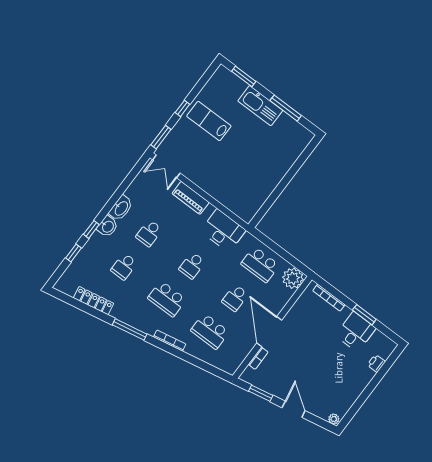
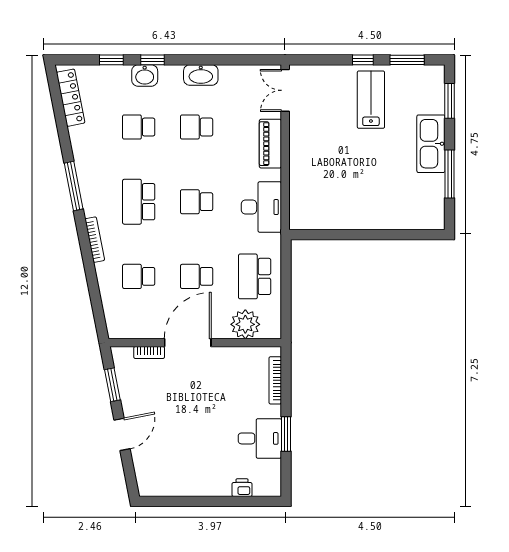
window: (161, 137) -> (407, 60), moved
washbasin: (108, 227) -> (145, 75), moved
plant: (293, 278) -> (245, 324), moved
locker: (94, 301) -> (71, 98), moved
school desk: (210, 331) -> (139, 276), width x0.54
plant: (334, 419) -> (145, 487), removed

